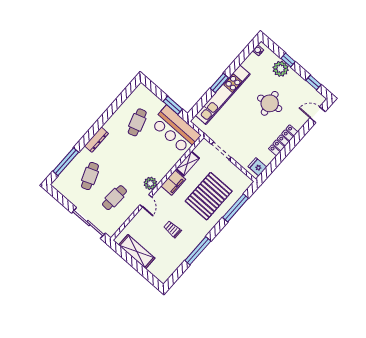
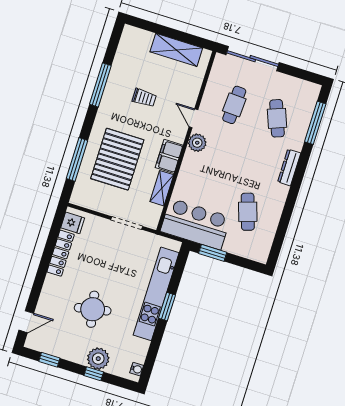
locker: (283, 140) -> (61, 253), moved

